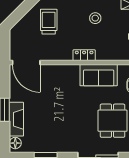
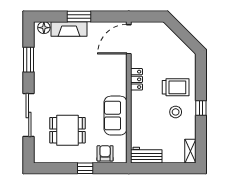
trolley: (49, 22) -> (176, 87), moved
locker: (84, 55) -> (136, 79), moved

